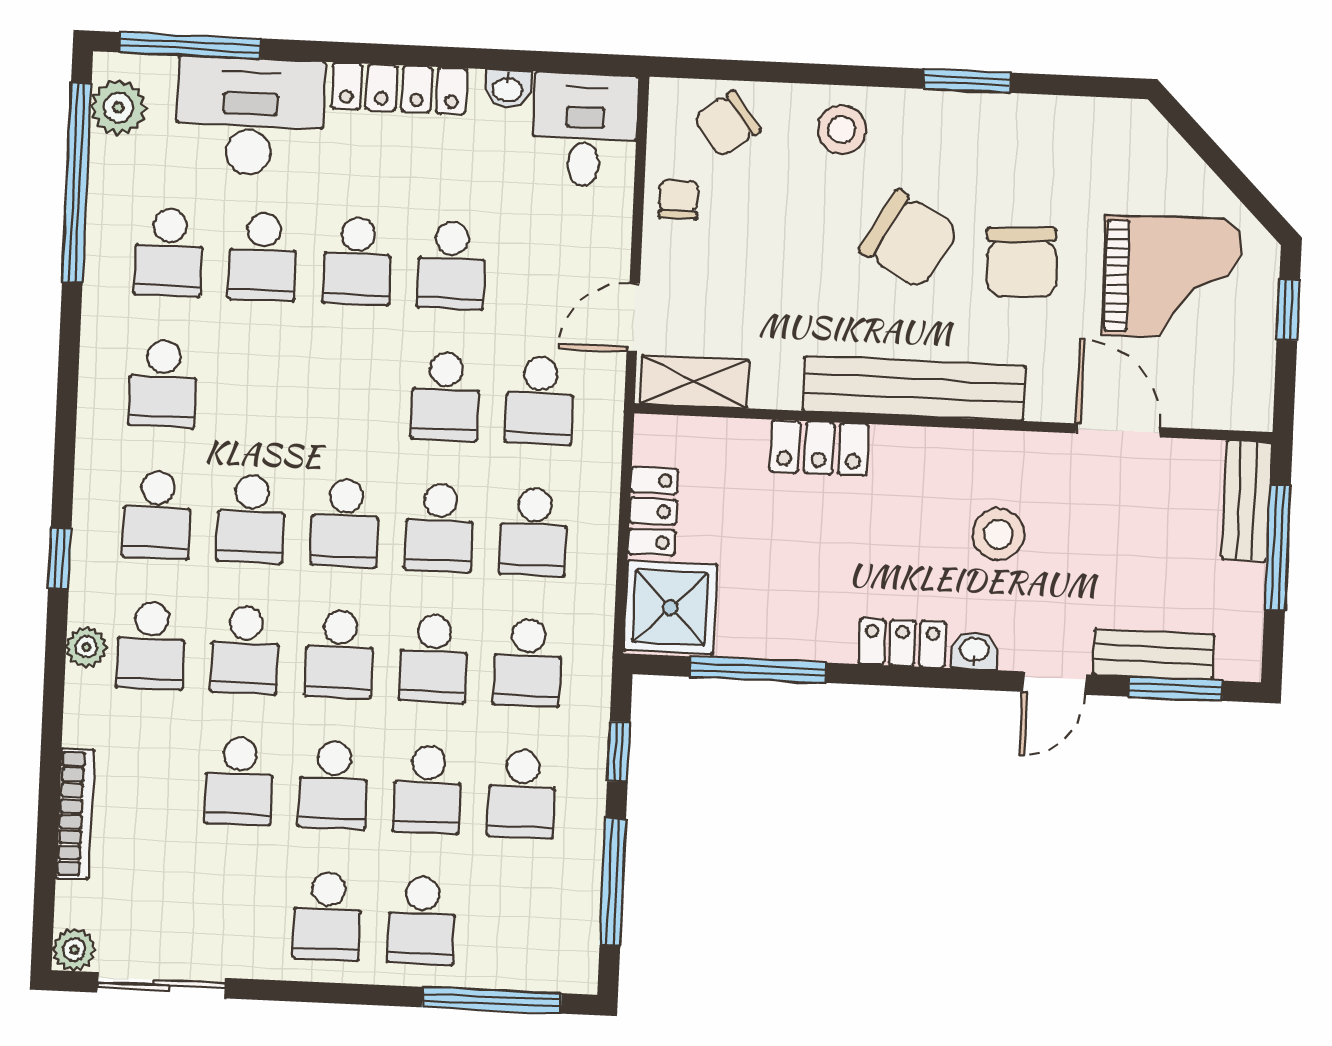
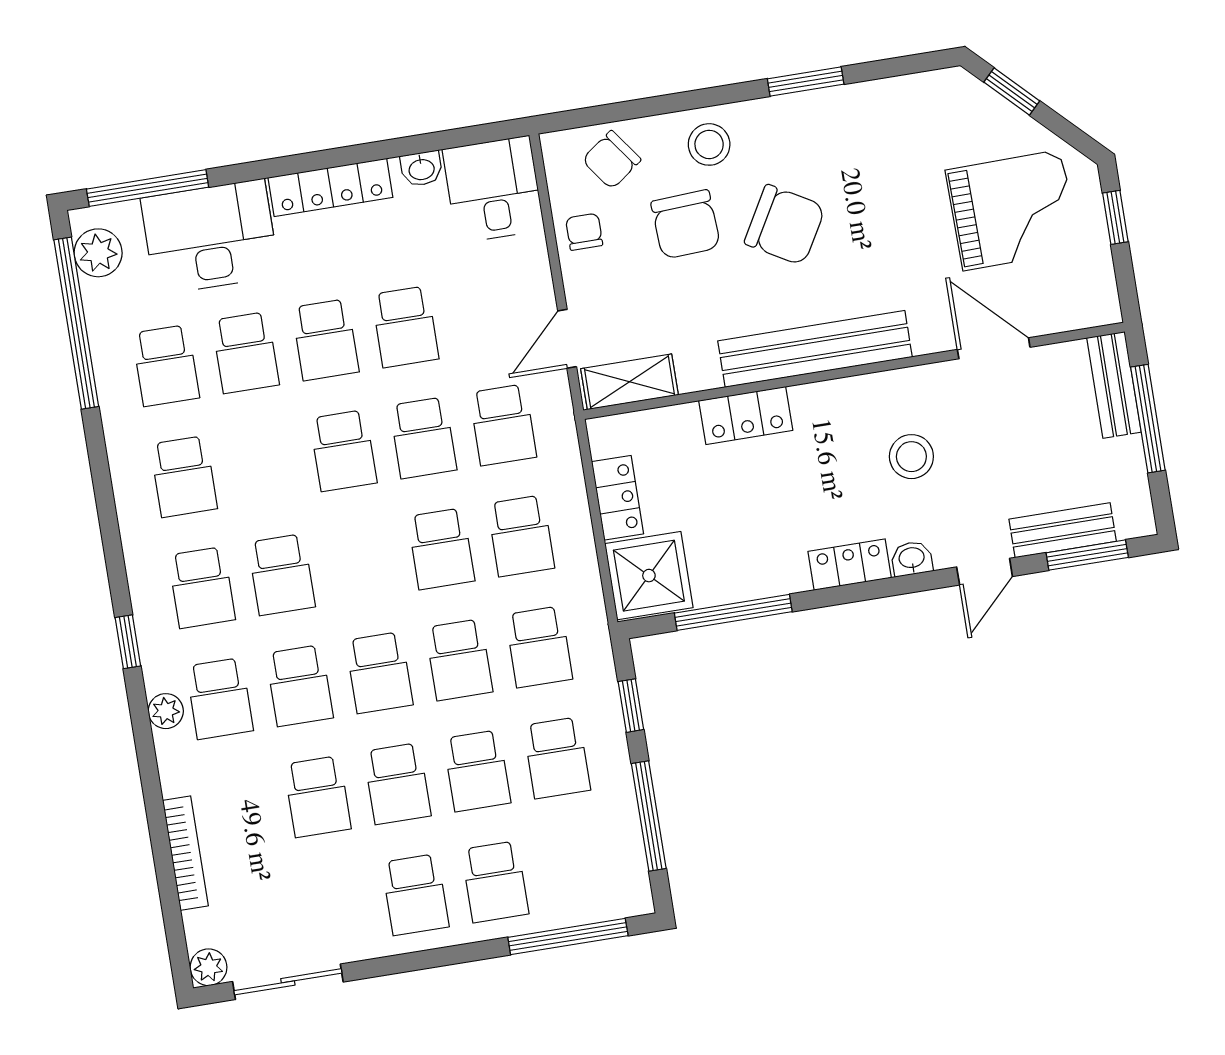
window: (1200, 141) -> (1012, 91), added
chair: (1022, 262) -> (686, 224), moved
school desk: (345, 523) -> (343, 451), moved

